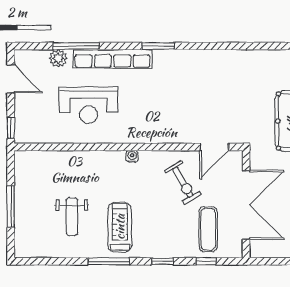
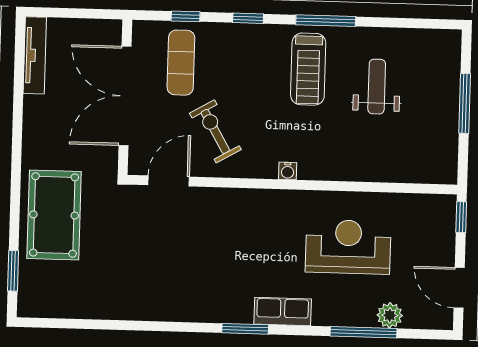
row of seats: (113, 59) -> (283, 312), width x0.50

